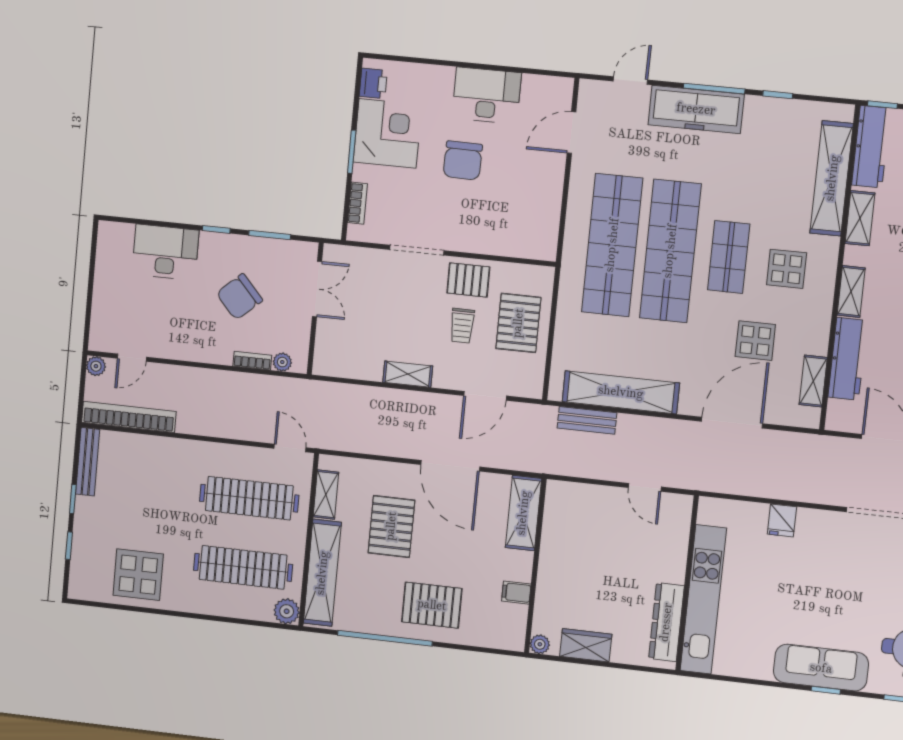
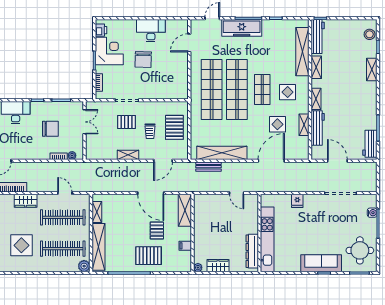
pallet: (468, 280) -> (126, 122), moved
chair: (239, 297) -> (50, 129), turned -138
shelving: (813, 381) -> (304, 125), moved
door: (290, 448) -> (65, 193), moved
wardrobe: (171, 452) -> (26, 201), added
pallet: (391, 526) -> (157, 231), moved, width x0.67, depth x0.71
display table: (138, 575) -> (21, 245), moved

